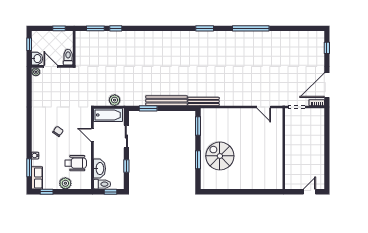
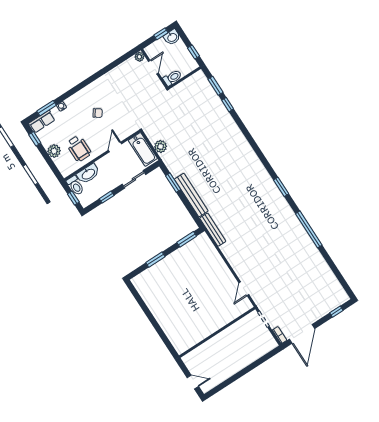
washbasin: (37, 59) -> (172, 37), moved
door: (327, 85) -> (302, 334), swing flipped
spiral stairs: (220, 156) -> (172, 278), removed

